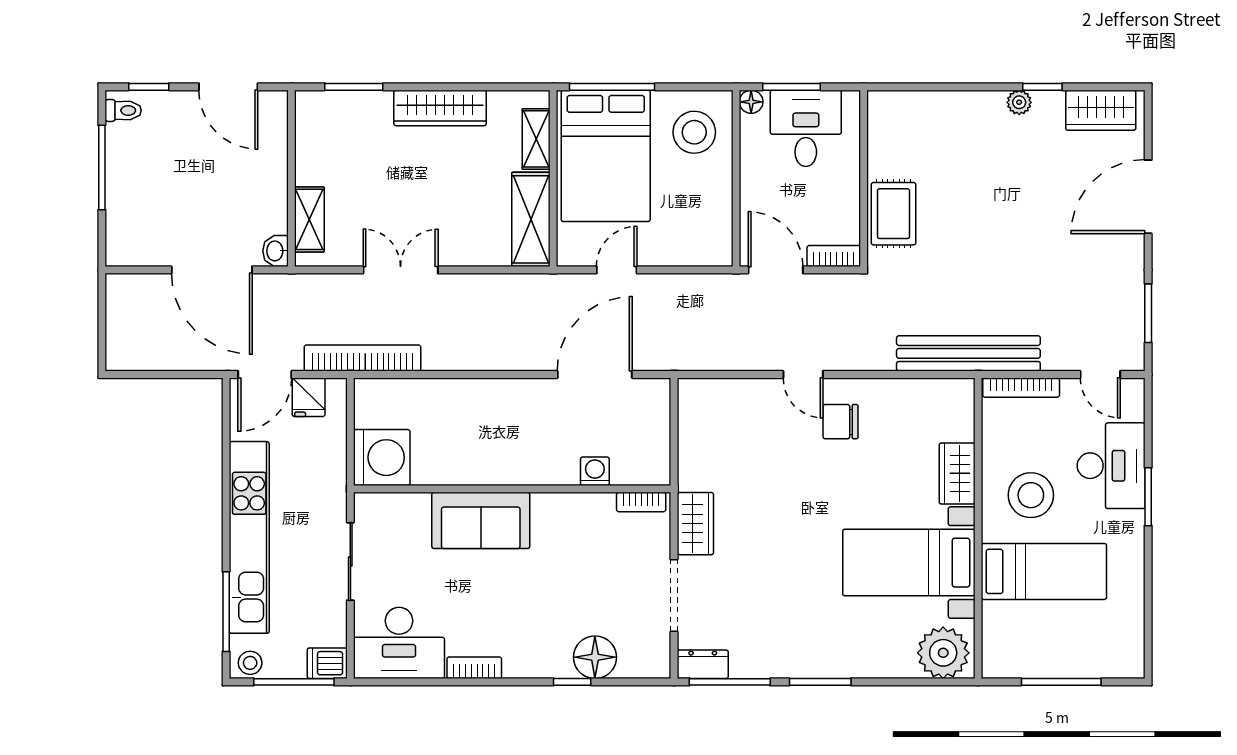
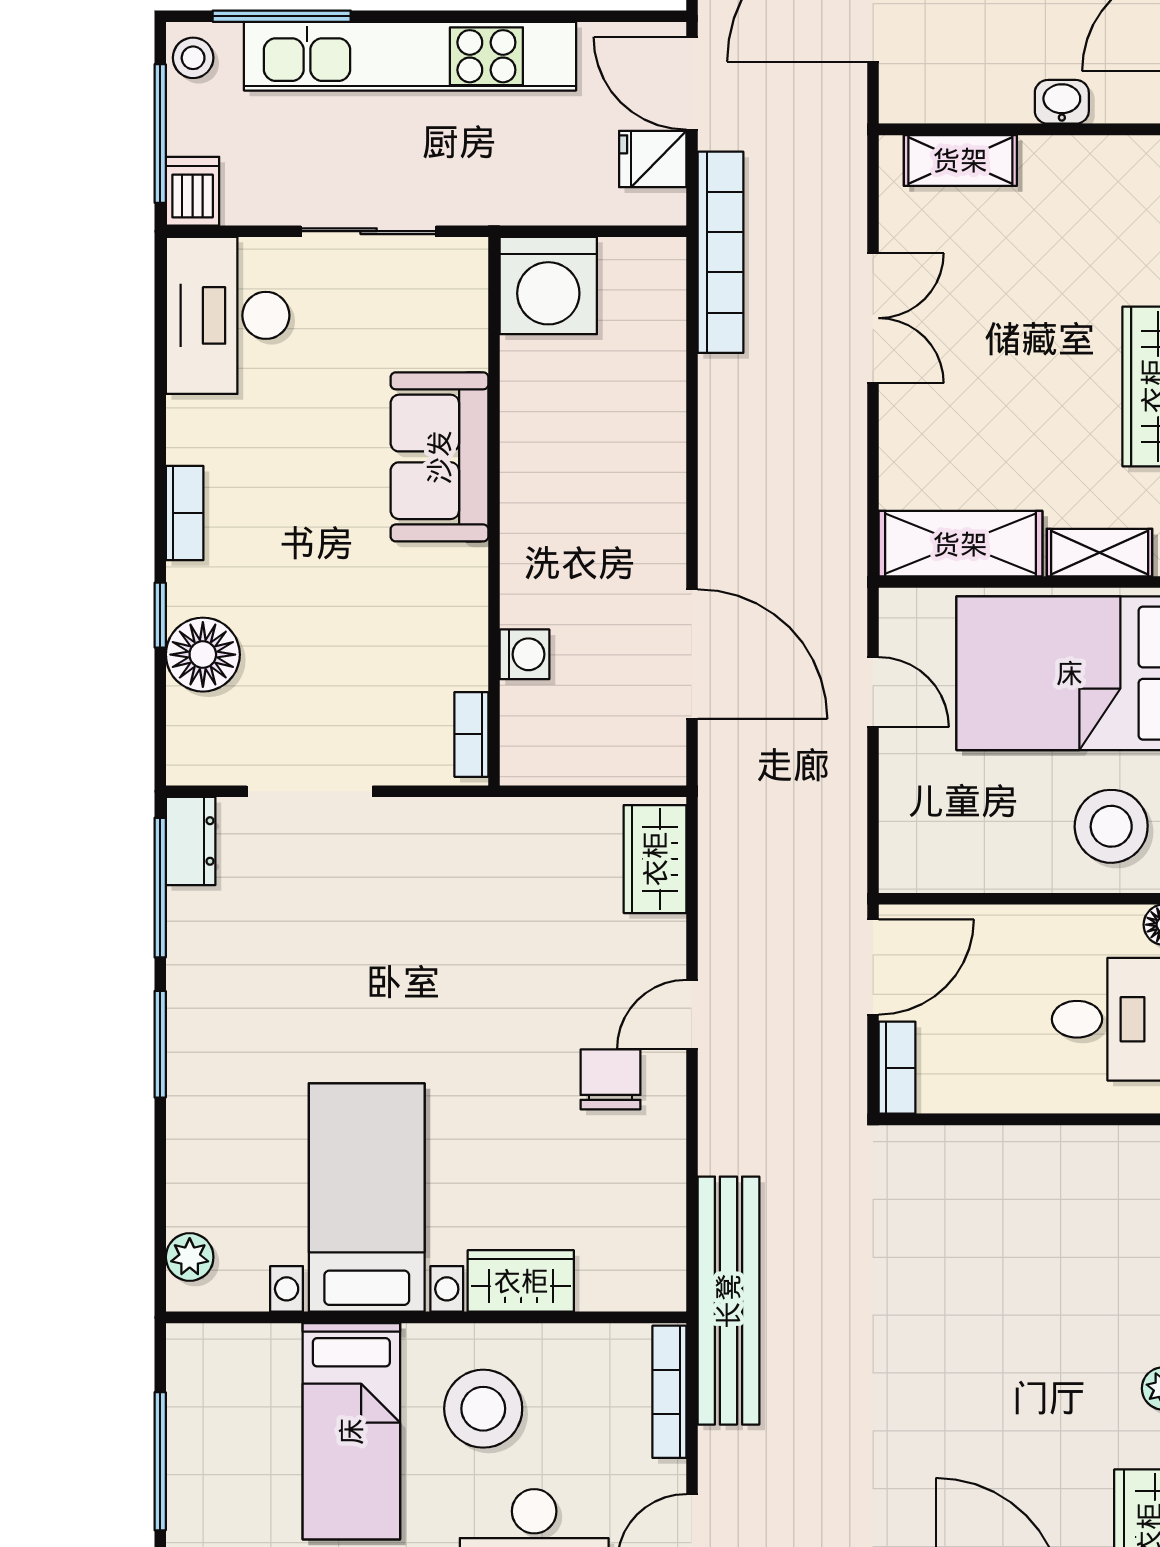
rug: (893, 214) -> (970, 1171), removed
washbasin: (276, 251) -> (1062, 102), moved
wardrobe: (695, 524) -> (655, 859), moved, turned 90
plant: (943, 653) -> (190, 1257), width x0.53, depth x0.53
bookcase: (474, 668) -> (185, 513), moved

